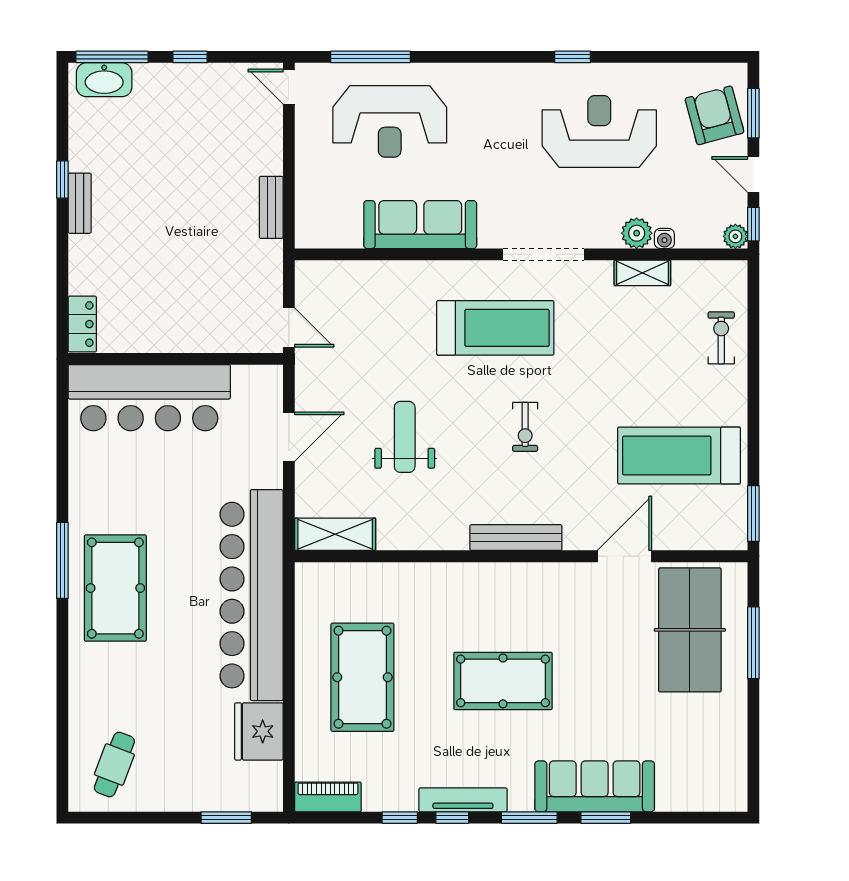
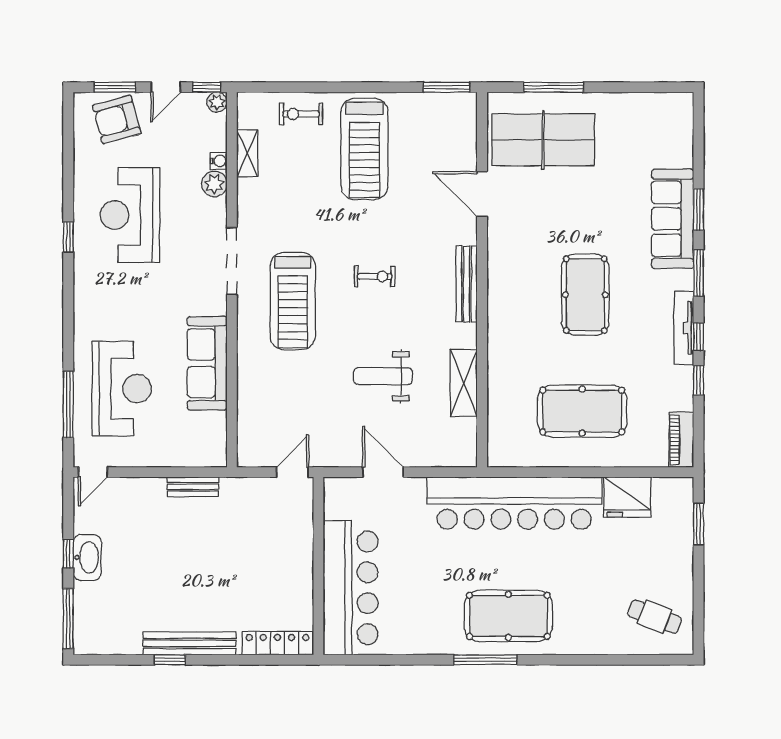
washbasin: (104, 80) -> (87, 557), moved
bench: (80, 203) -> (189, 643), width x1.86, depth x1.21
shelving: (642, 273) -> (247, 153), moved
locker: (82, 324) -> (277, 643), width x1.53
treadmill: (495, 328) -> (293, 301), turned 180
treadmill: (679, 456) -> (364, 149), moved
shelving: (335, 534) -> (464, 383), moved

